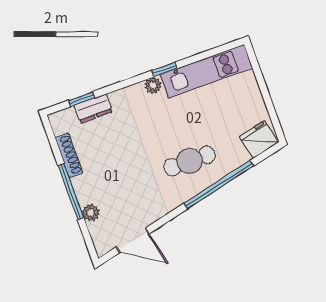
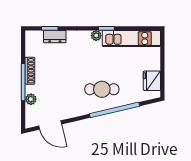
fridge: (259, 139) -> (152, 81), moved, turned -77
shoe rack: (69, 155) -> (30, 71), moved

